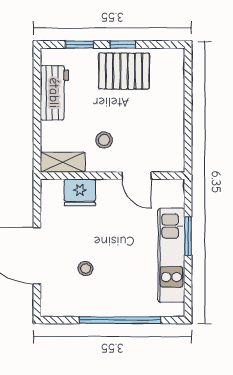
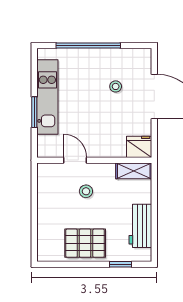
window: (123, 45) -> (86, 264), removed
stool: (104, 140) -> (86, 191), moved
fridge: (80, 192) -> (139, 147), moved

